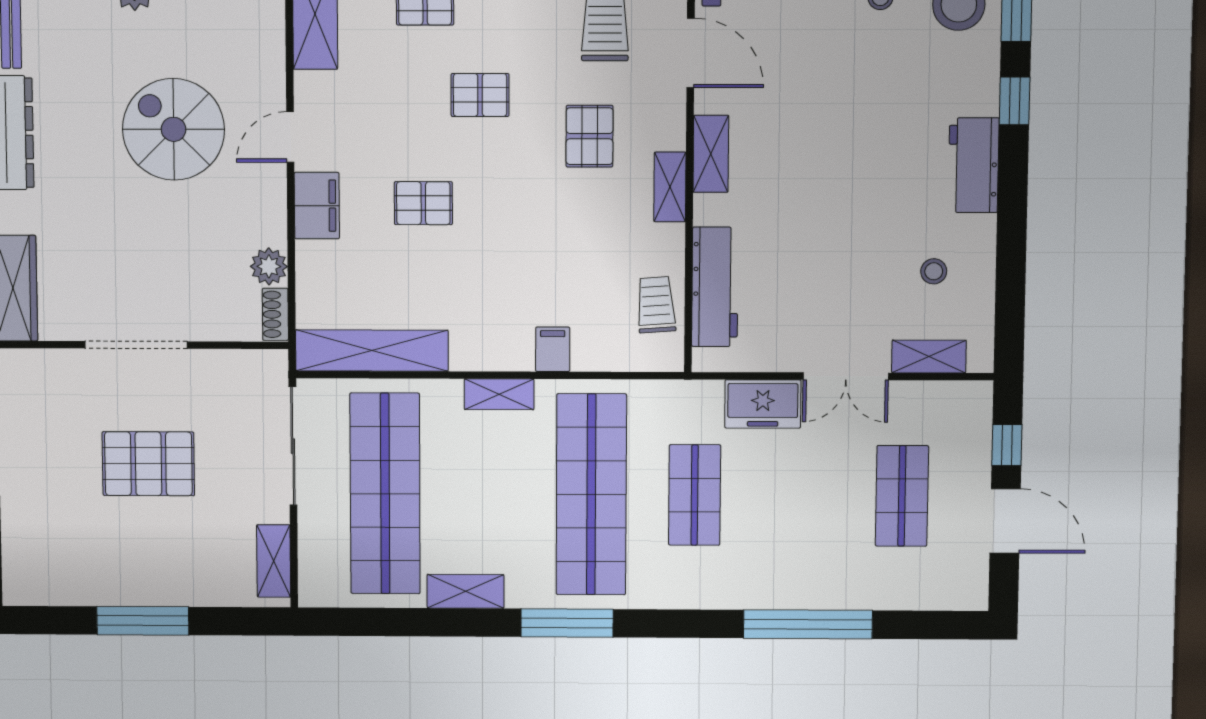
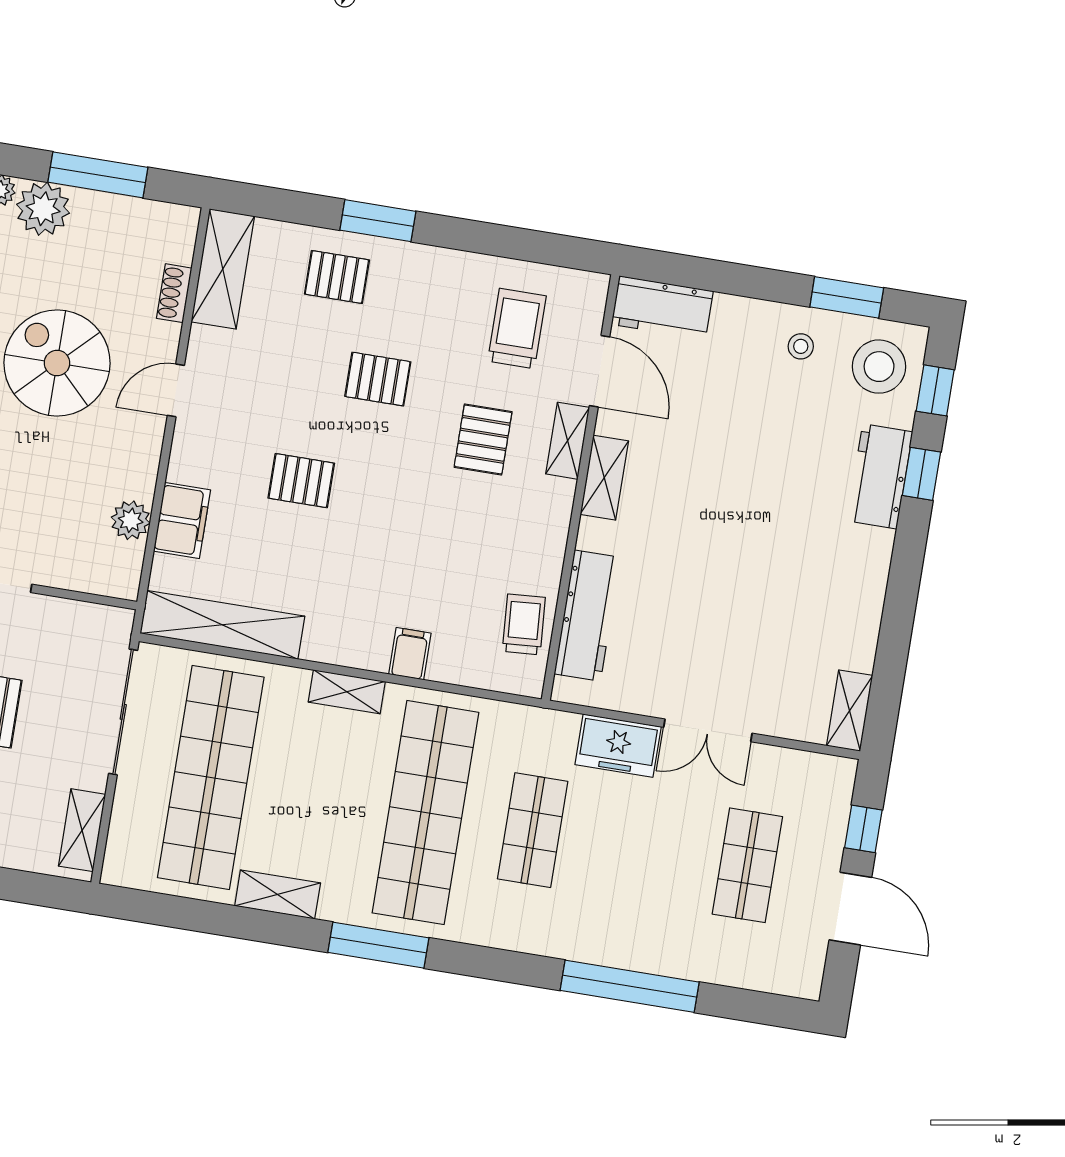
workbench: (973, 165) -> (880, 476), moved
shelving: (670, 187) -> (568, 441), moved
filing cabinet: (317, 206) -> (182, 520), moved
stool: (934, 271) -> (814, 636), removed
shoe rack: (275, 314) -> (174, 293), moved
shelving: (929, 356) -> (850, 711), moved, turned 90

